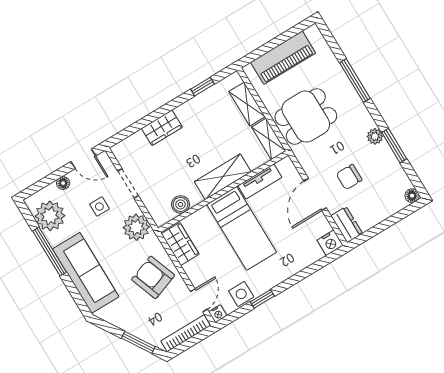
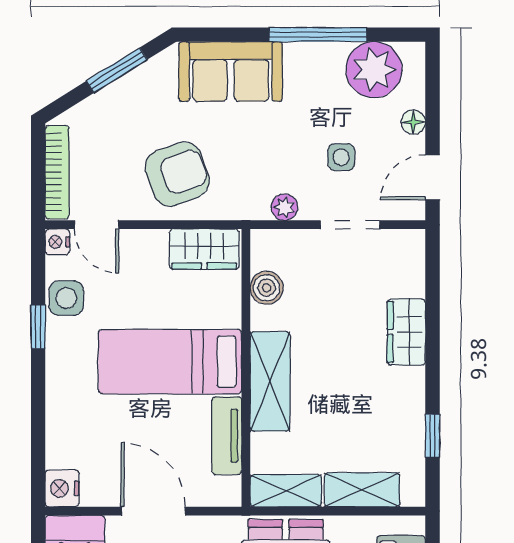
plant: (136, 227) -> (285, 207), width x0.53, depth x0.53
sofa: (86, 273) -> (231, 71), width x0.73
window: (138, 342) -> (117, 70), moved

